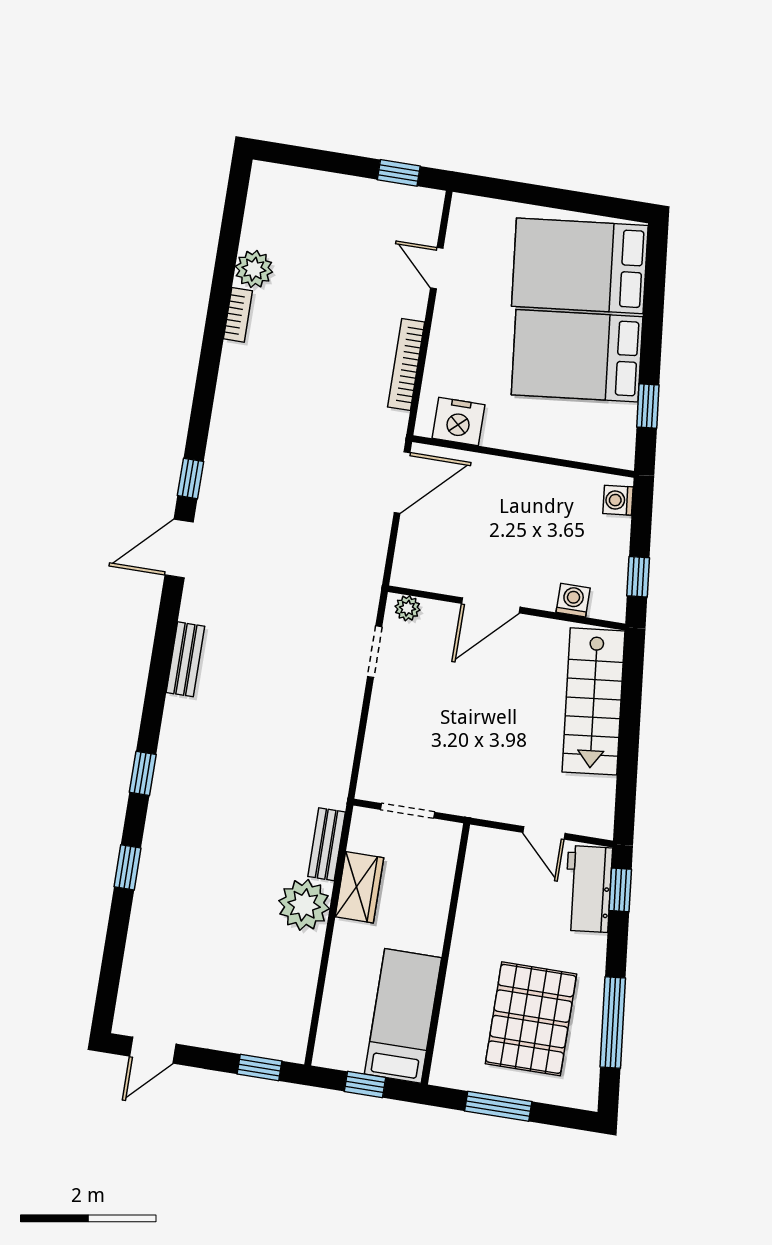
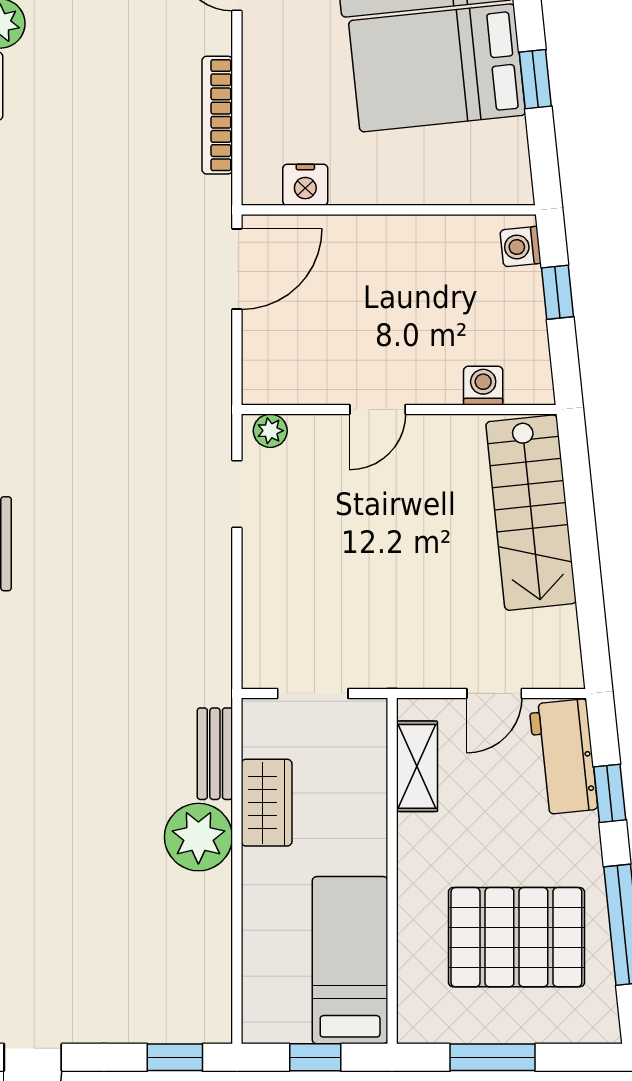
window: (648, 406) -> (535, 79), moved
nightstand: (459, 421) -> (305, 185), width x0.74, depth x0.75
window: (638, 577) -> (558, 292), moved
door: (491, 605) -> (378, 410), width x0.73
door: (544, 833) -> (494, 693), hinge flipped
shelving: (477, 878) -> (417, 766), added
window: (620, 890) -> (610, 793), moved
pallet: (531, 1019) -> (516, 937), turned 90

